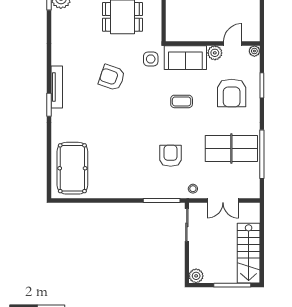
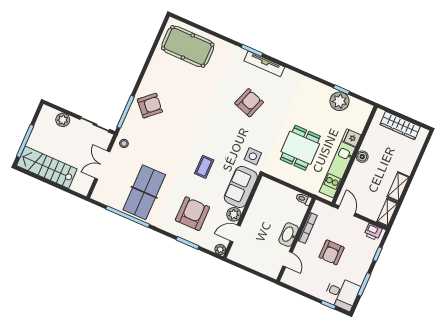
door: (233, 43) -> (235, 234), swing flipped
armchair: (112, 77) -> (249, 103), moved
armchair: (232, 93) -> (192, 214), turned 90
armchair: (171, 156) -> (150, 106), moved, turned -42
plant: (196, 276) -> (63, 120), moved

